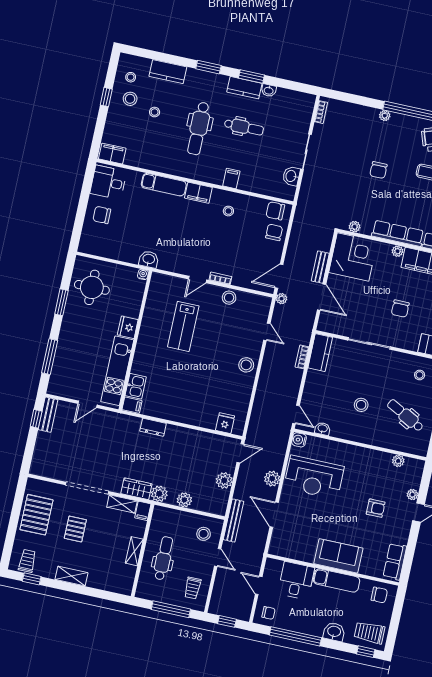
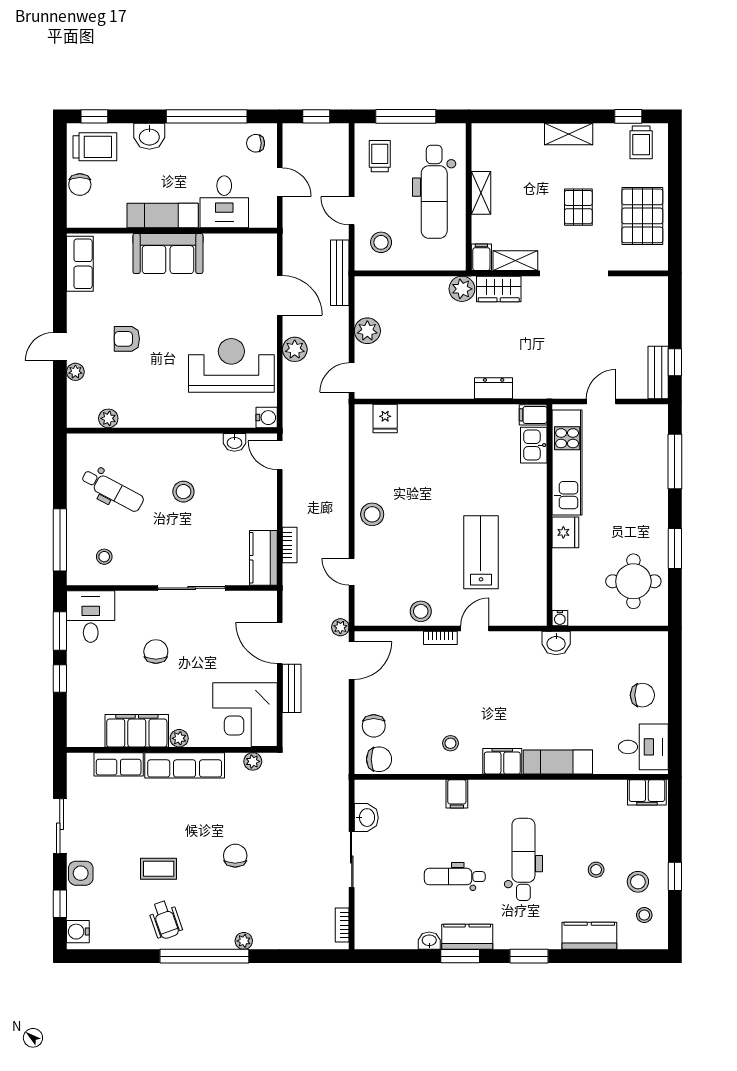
plant: (184, 500) -> (422, 288), removed
dental chair: (163, 558) -> (434, 192), width x1.36, depth x1.38
chair: (379, 595) -> (80, 185), moved, turned -90

